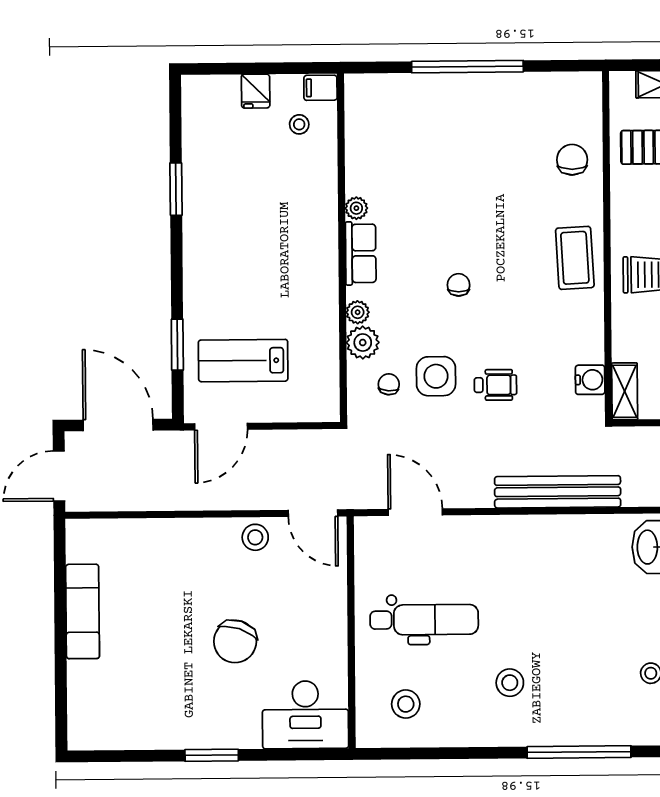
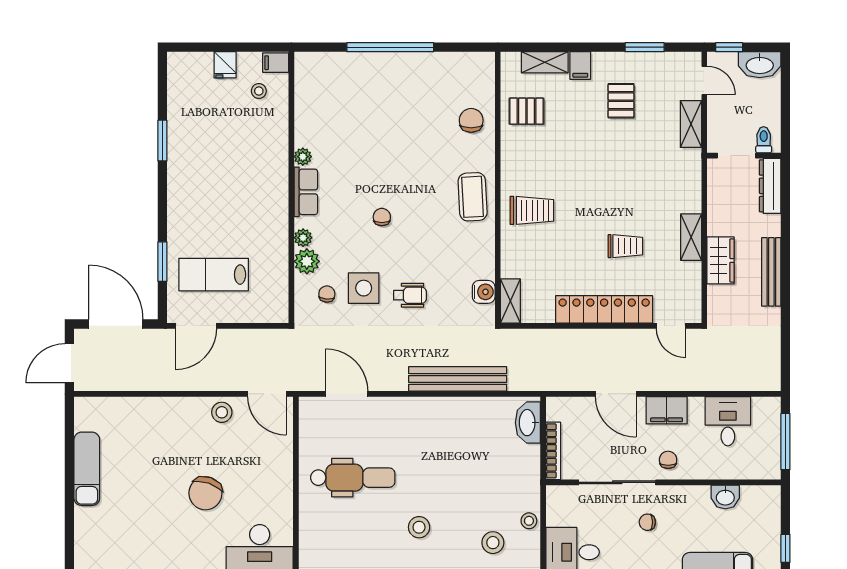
stool: (406, 704) -> (493, 543), moved

